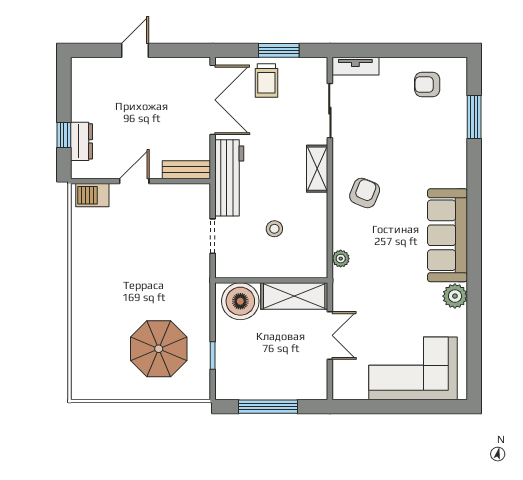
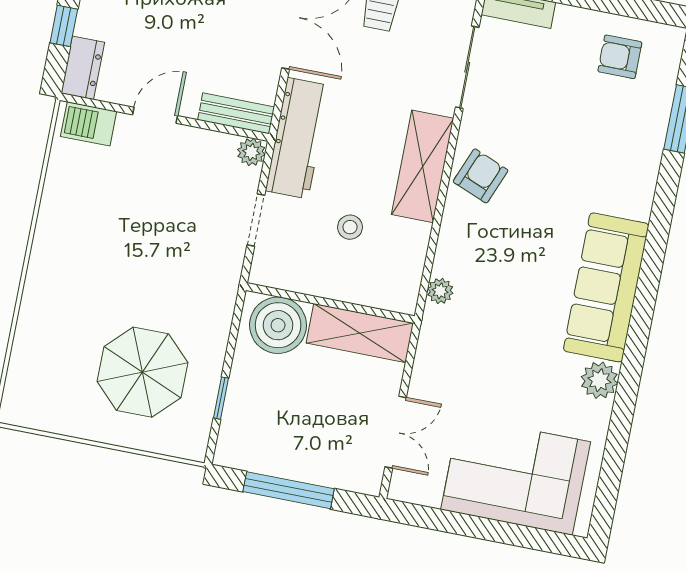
dresser: (82, 141) -> (83, 68), moved
shelving: (317, 169) -> (423, 166), width x1.50, depth x1.33
plant: (201, 193) -> (251, 152), added
armchair: (365, 193) -> (481, 176), moved
double door: (330, 335) -> (396, 432), moved

